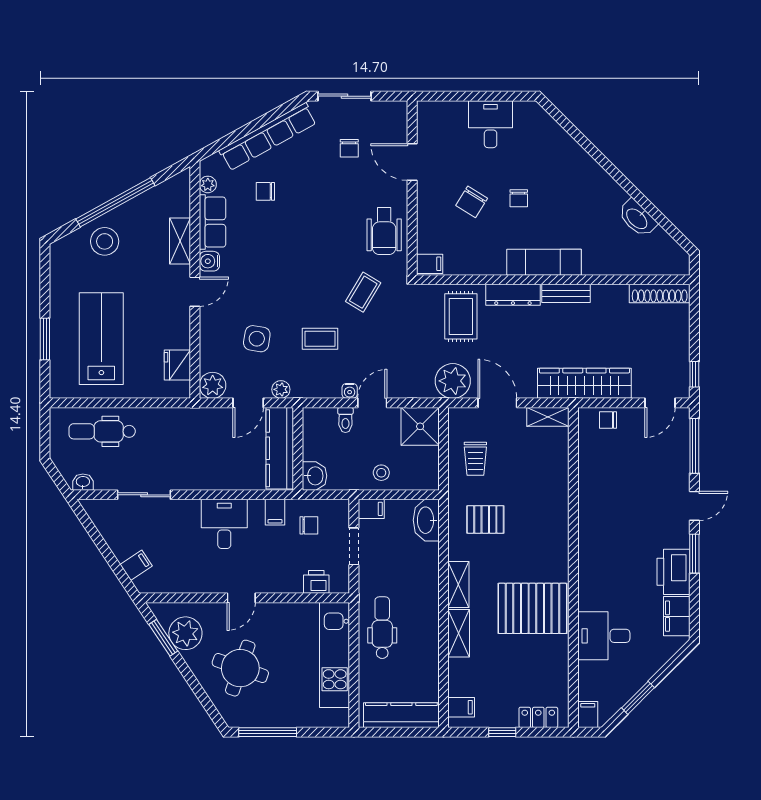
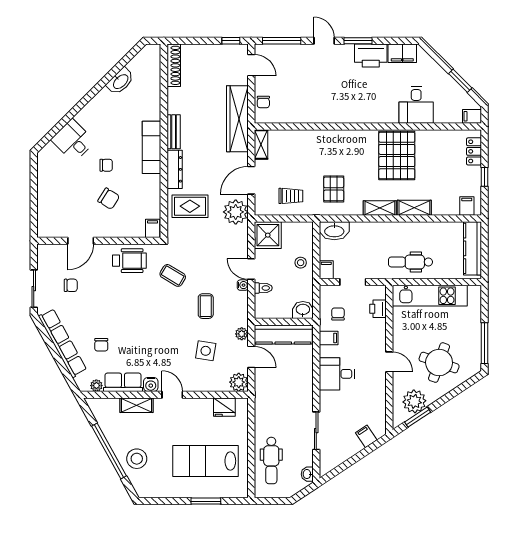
desk: (491, 124) -> (73, 141), moved, turned 45

